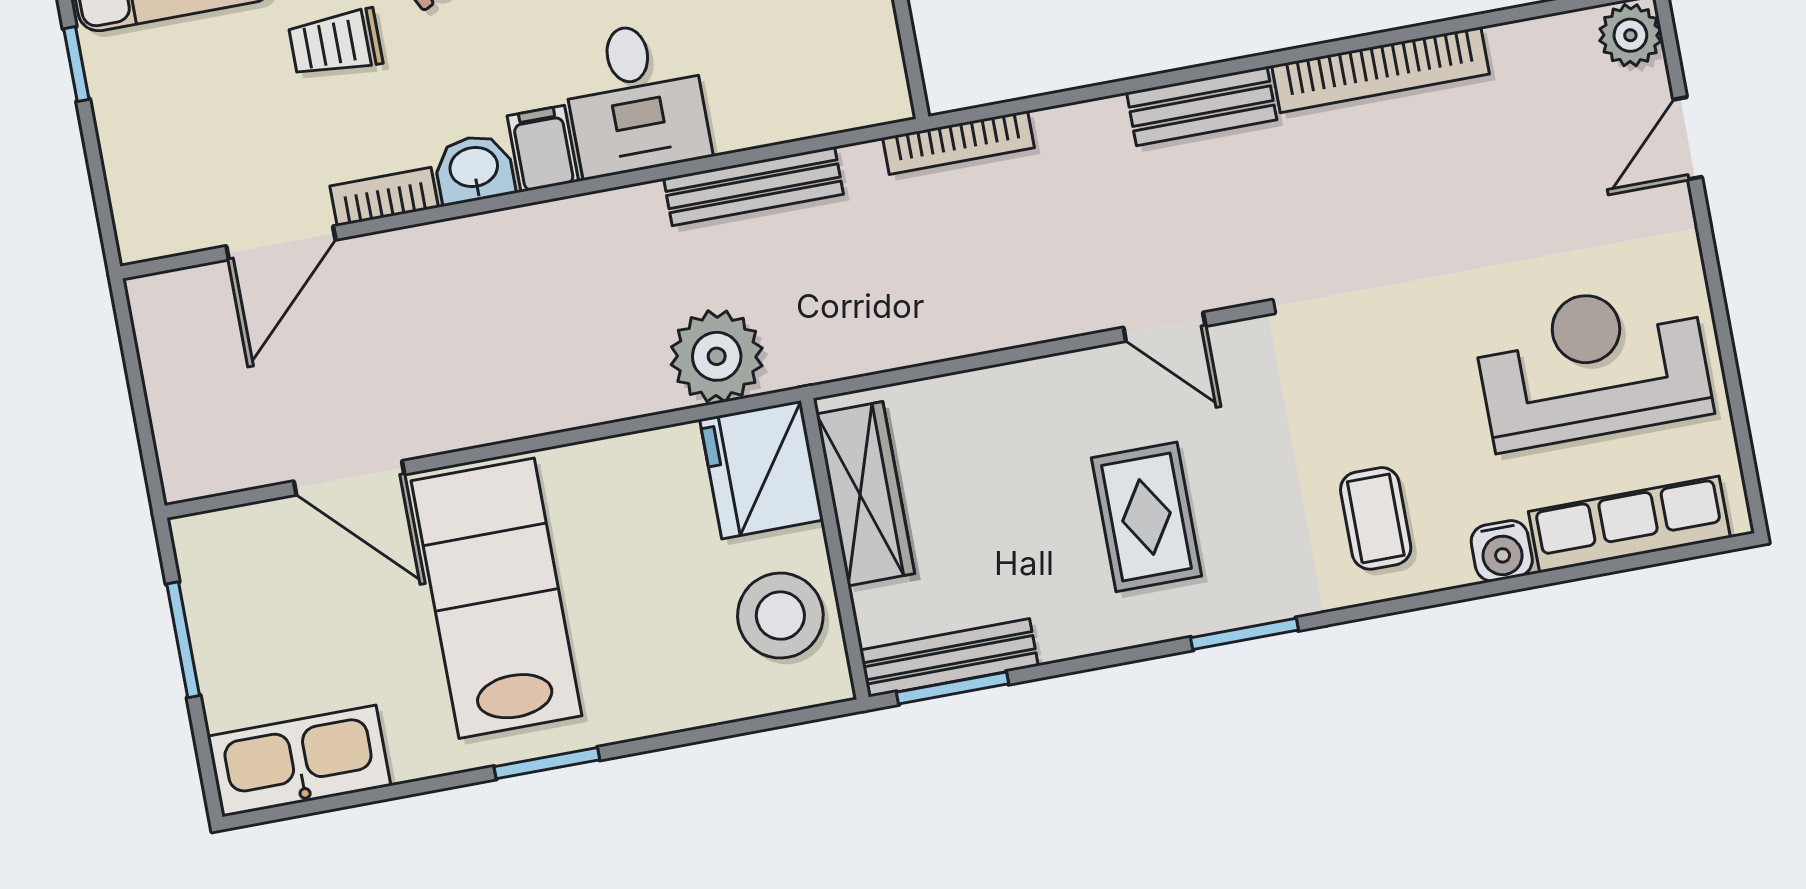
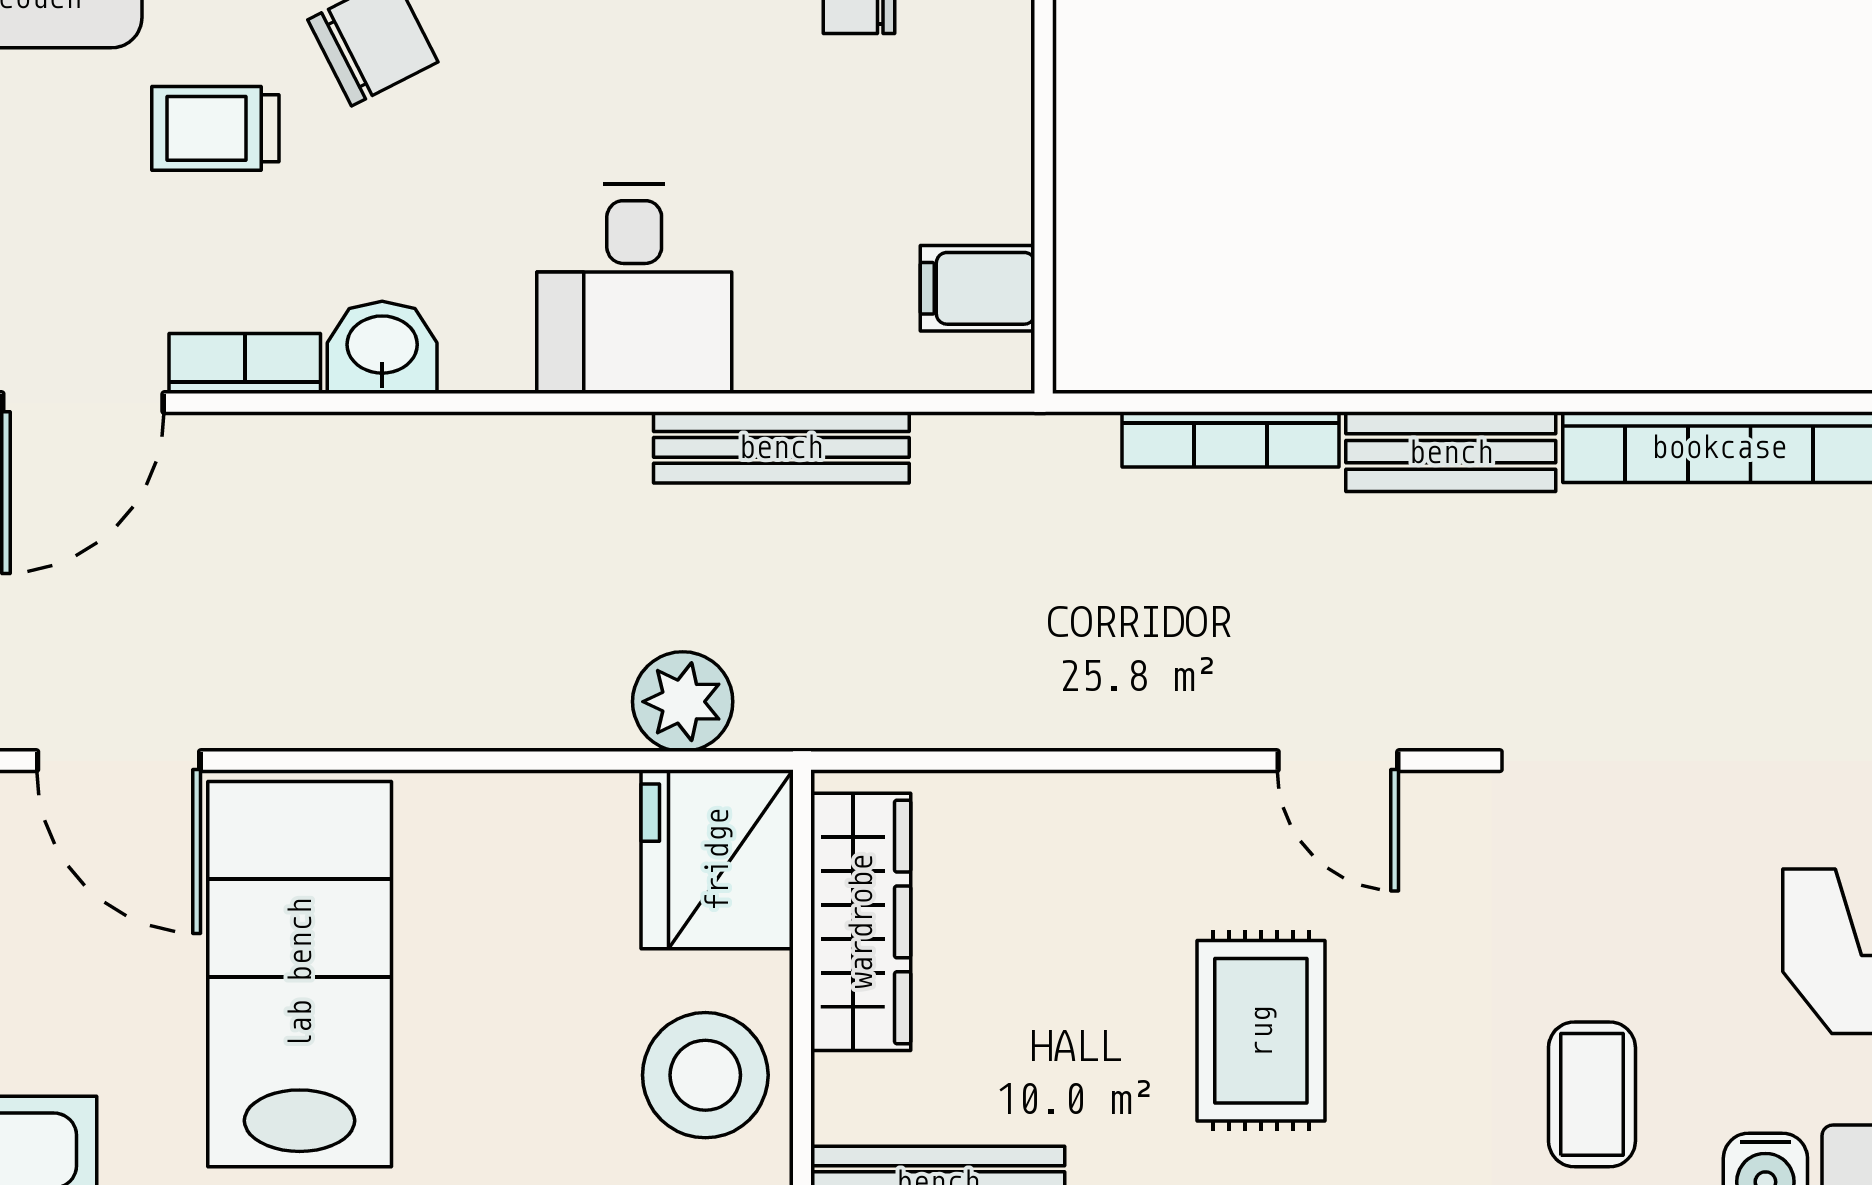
bookcase: (958, 143) -> (1230, 439), moved
filing cabinet: (543, 149) -> (978, 288), moved, turned -90
plant: (717, 356) -> (683, 702), width x0.73, depth x0.73

